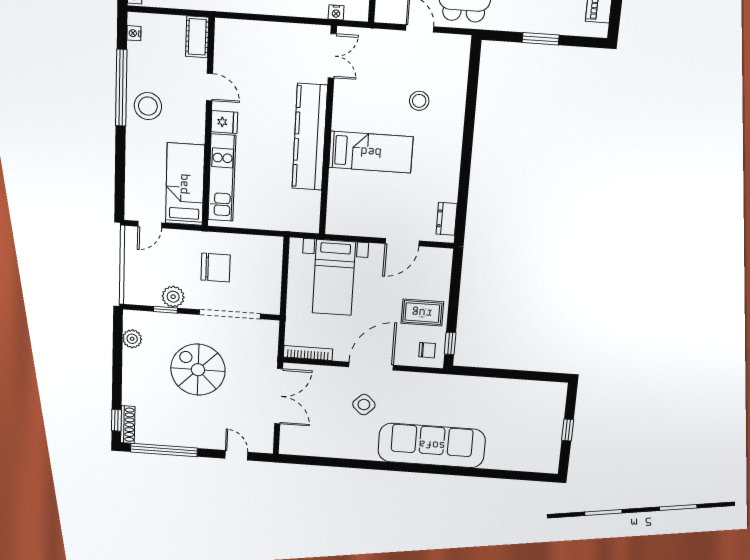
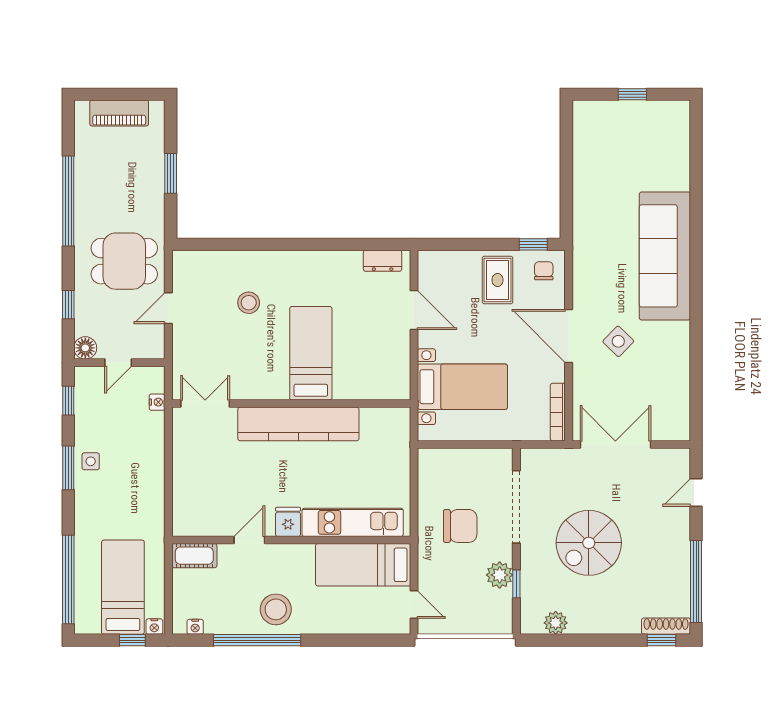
chair: (216, 268) -> (460, 526), turned 90

